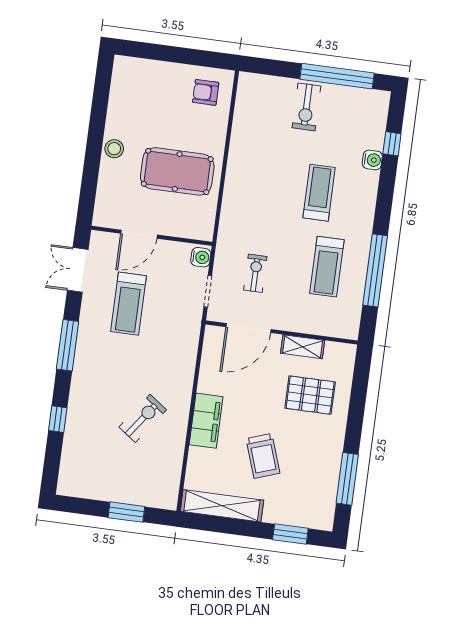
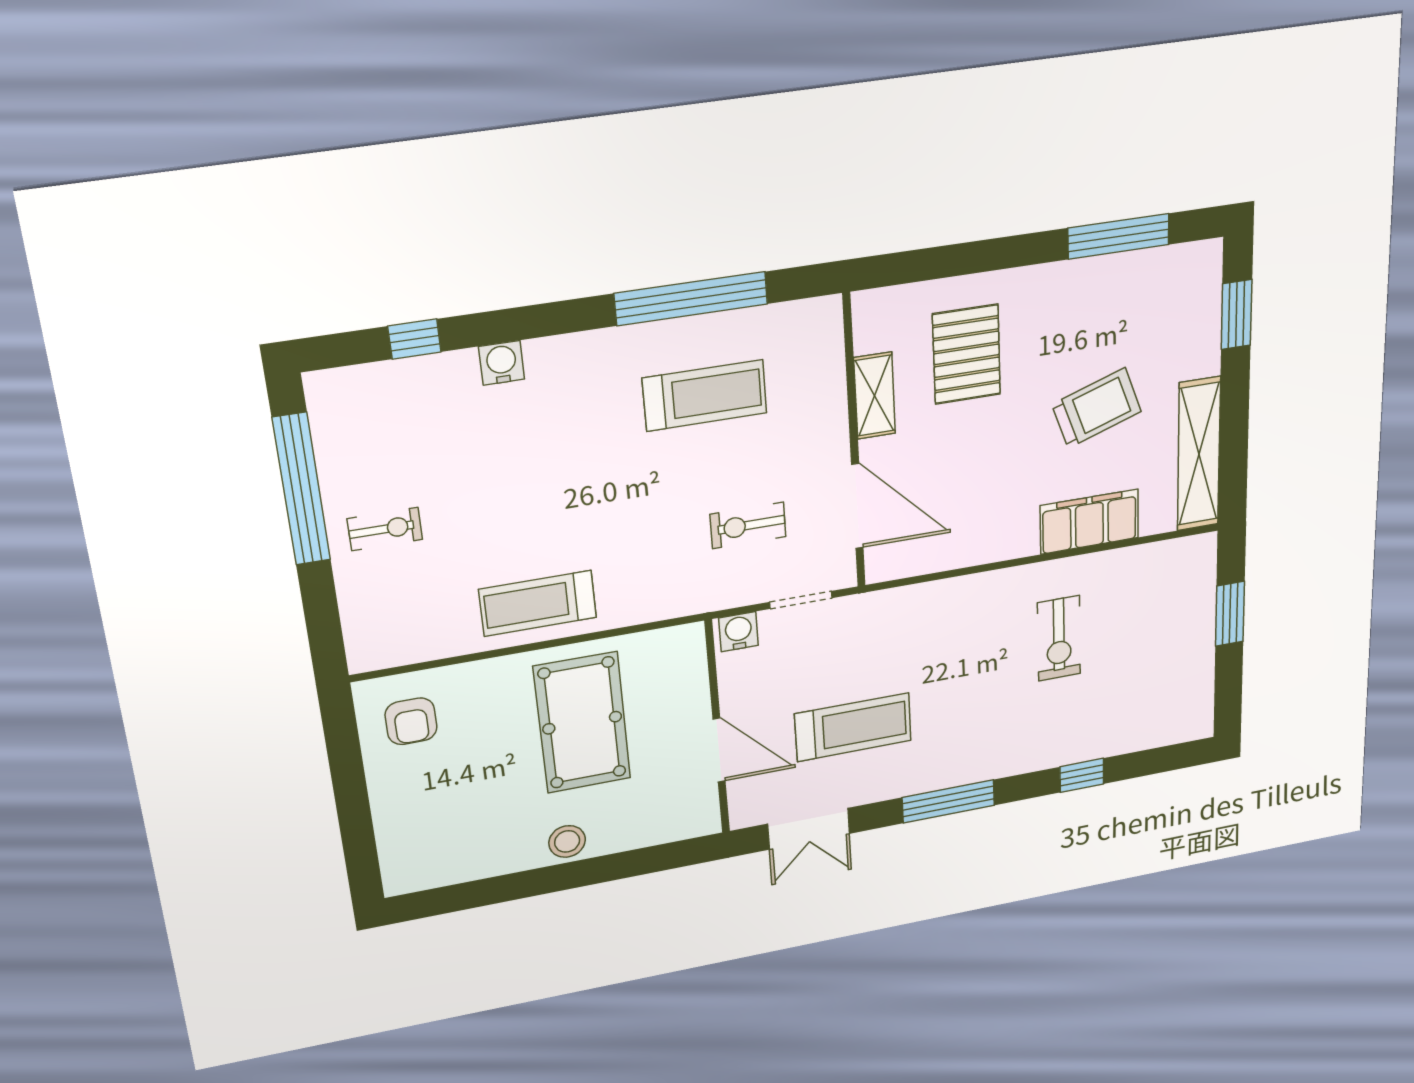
exercise bike: (306, 107) -> (385, 529), width x0.73, depth x0.72
water cooler: (372, 160) -> (501, 363), moved
treadmill: (319, 193) -> (538, 603), moved
exercise bike: (143, 418) -> (1059, 638), turned -126
filing cabinet: (206, 421) -> (1089, 522), moved

